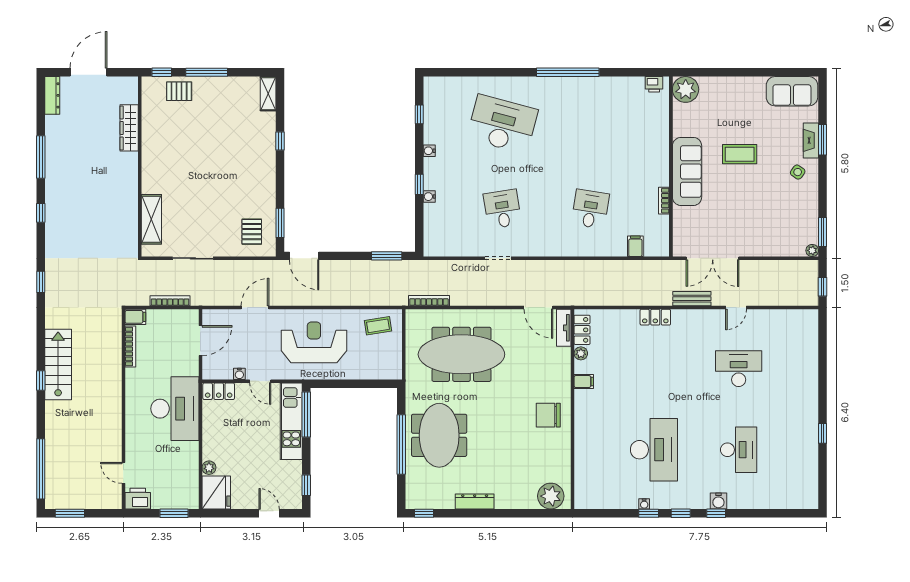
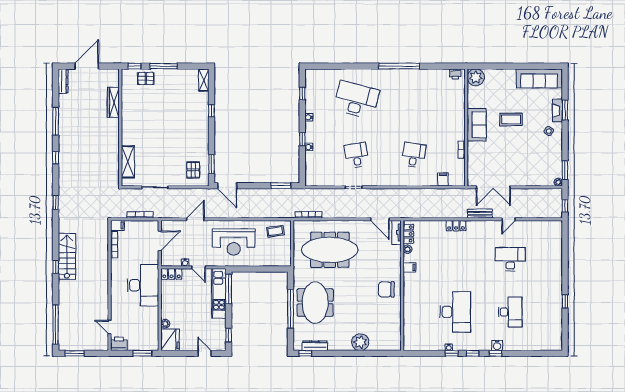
sofa: (792, 91) -> (539, 78), width x1.36
sofa: (687, 171) -> (477, 125), width x0.73
reception desk: (314, 342) -> (234, 242), turned 180
plant: (551, 496) -> (360, 342), moved
dresser: (475, 502) -> (315, 346), moved

